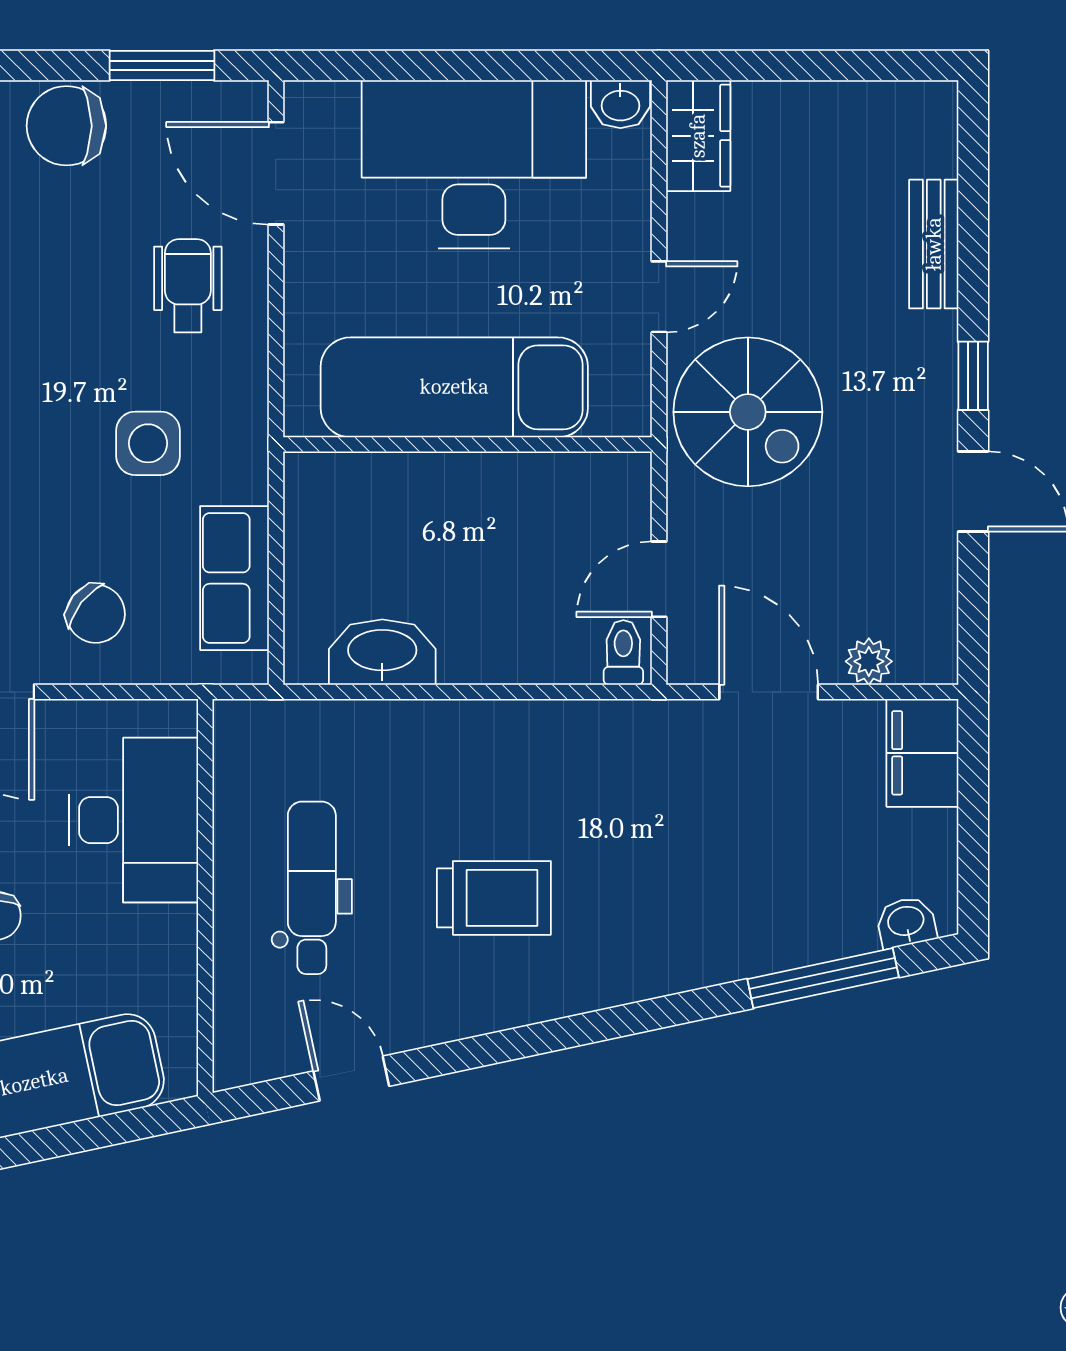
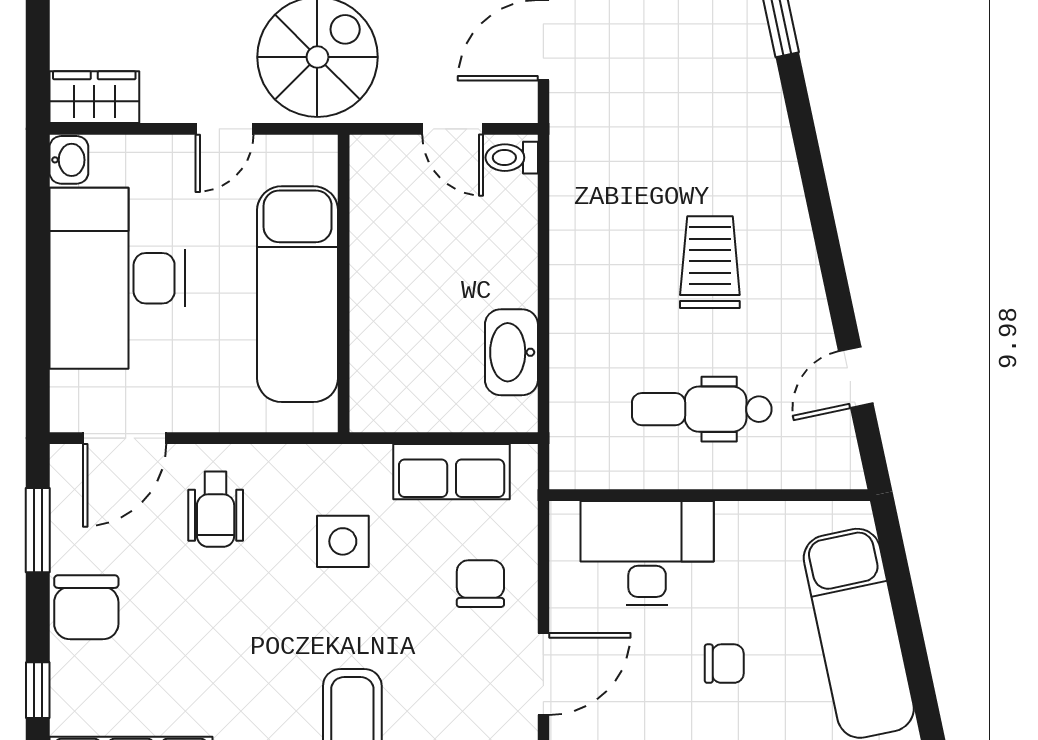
wheelchair: (188, 286) -> (216, 509), turned -90
door: (659, 297) -> (224, 129), swing flipped
chair: (96, 614) -> (480, 584), turned -38

